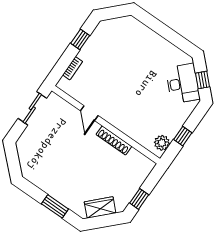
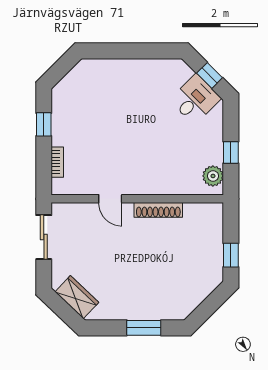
desk: (183, 83) -> (195, 99), width x0.73
wardrobe: (100, 207) -> (77, 297), moved, turned 89

